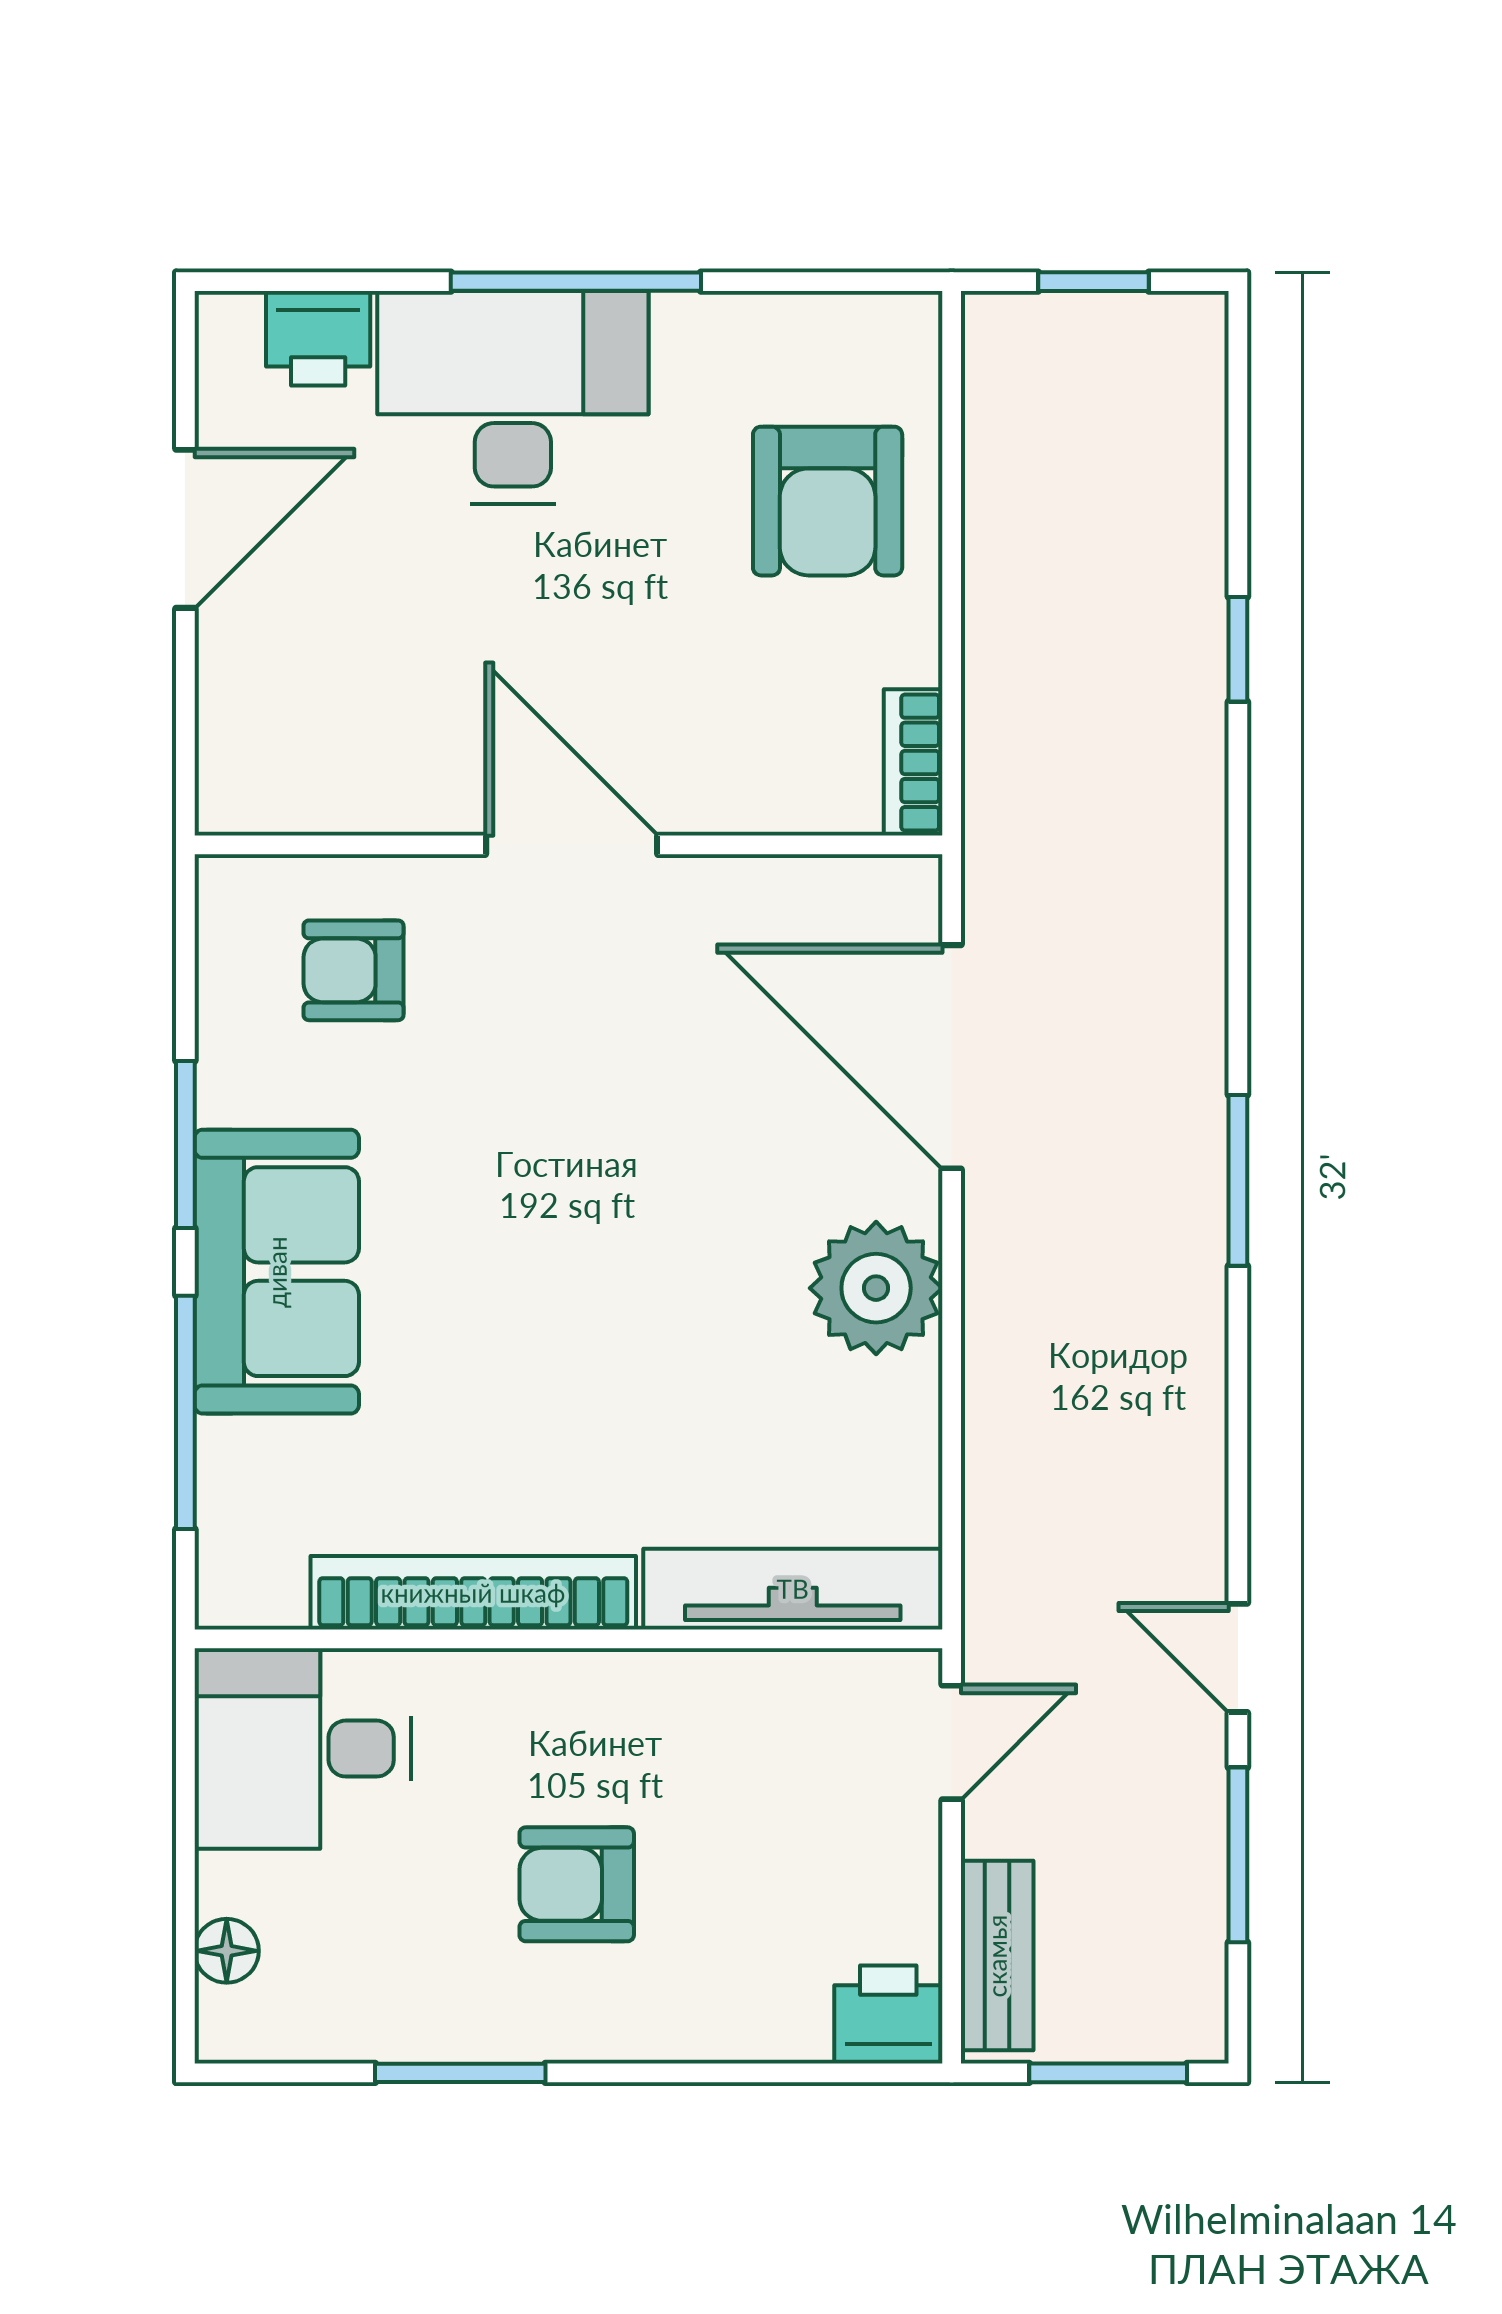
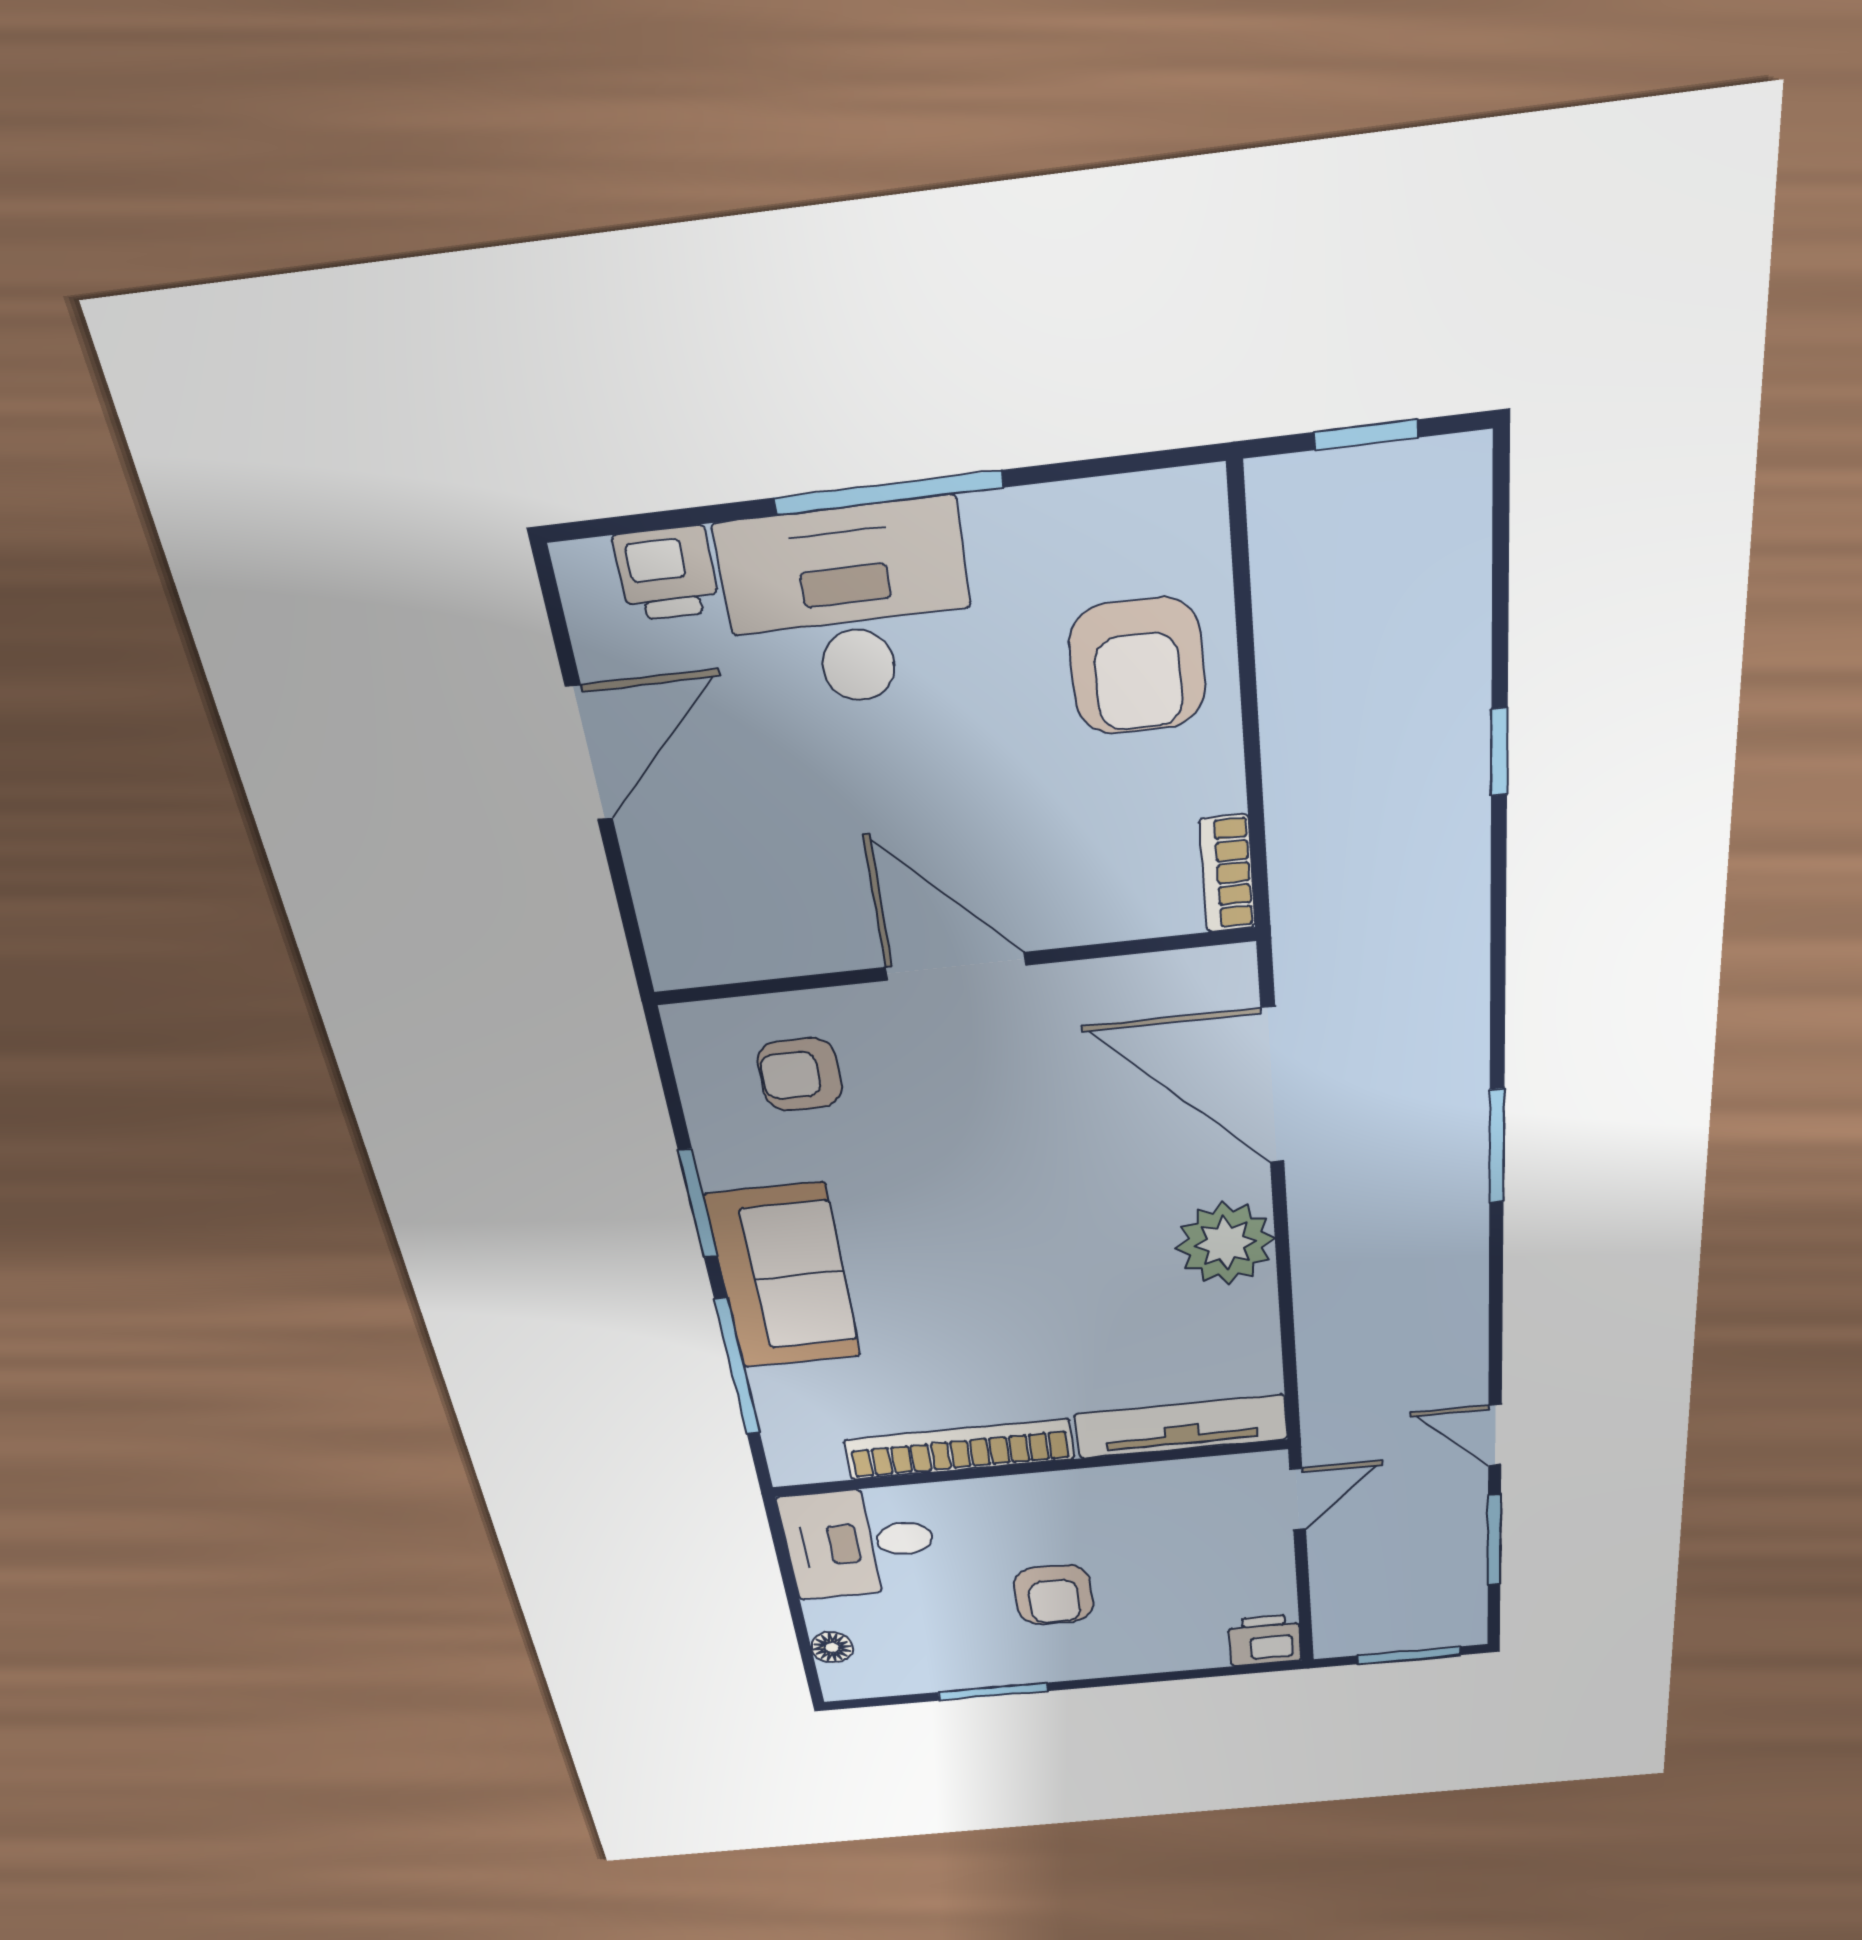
armchair: (577, 1884) -> (1054, 1595), turned -90
bench: (997, 1956) -> (1334, 1605), removed

